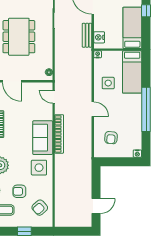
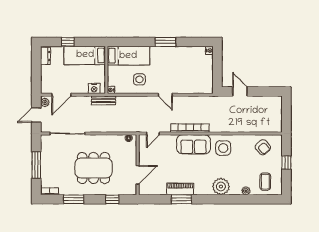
bench: (87, 35) -> (104, 100), moved
door: (93, 109) -> (165, 95), swing flipped
window: (146, 109) -> (165, 42), width x0.47
armchair: (111, 138) -> (194, 77), removed
armchair: (19, 191) -> (247, 167), removed
door: (96, 206) -> (240, 91), moved

